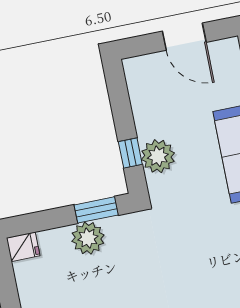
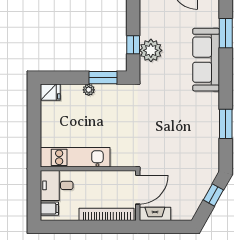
plant: (88, 238) -> (89, 90), width x0.53, depth x0.53

